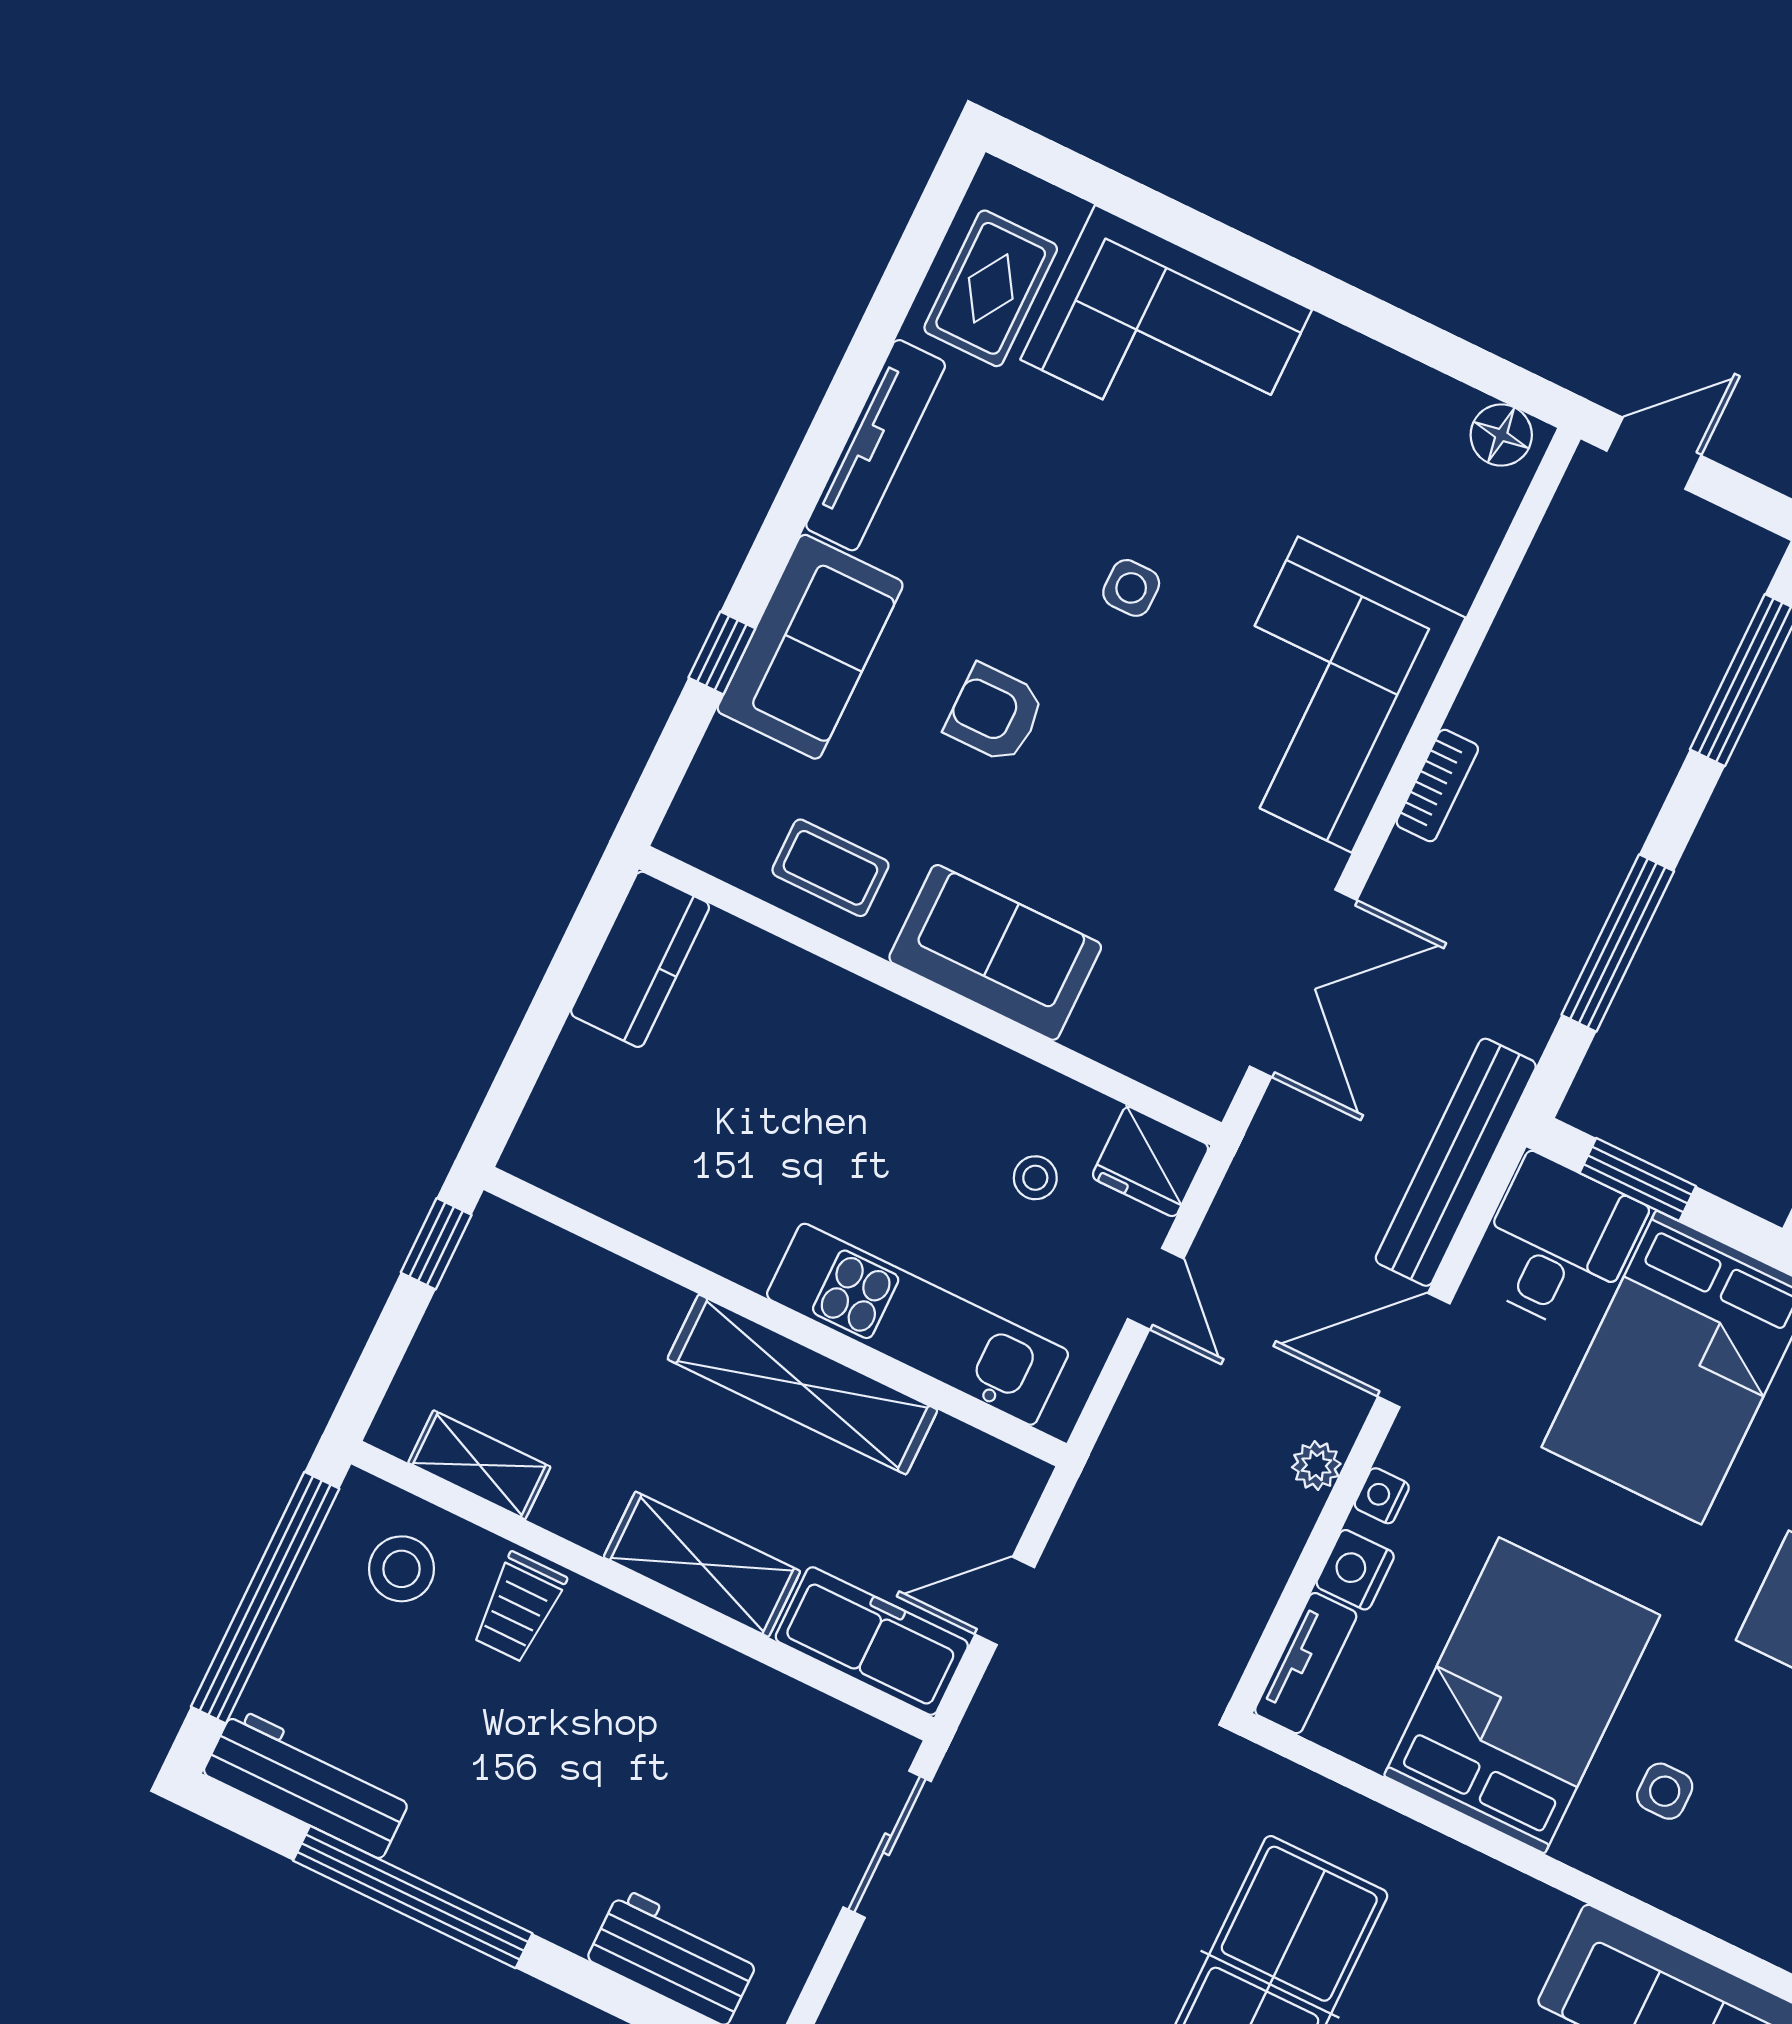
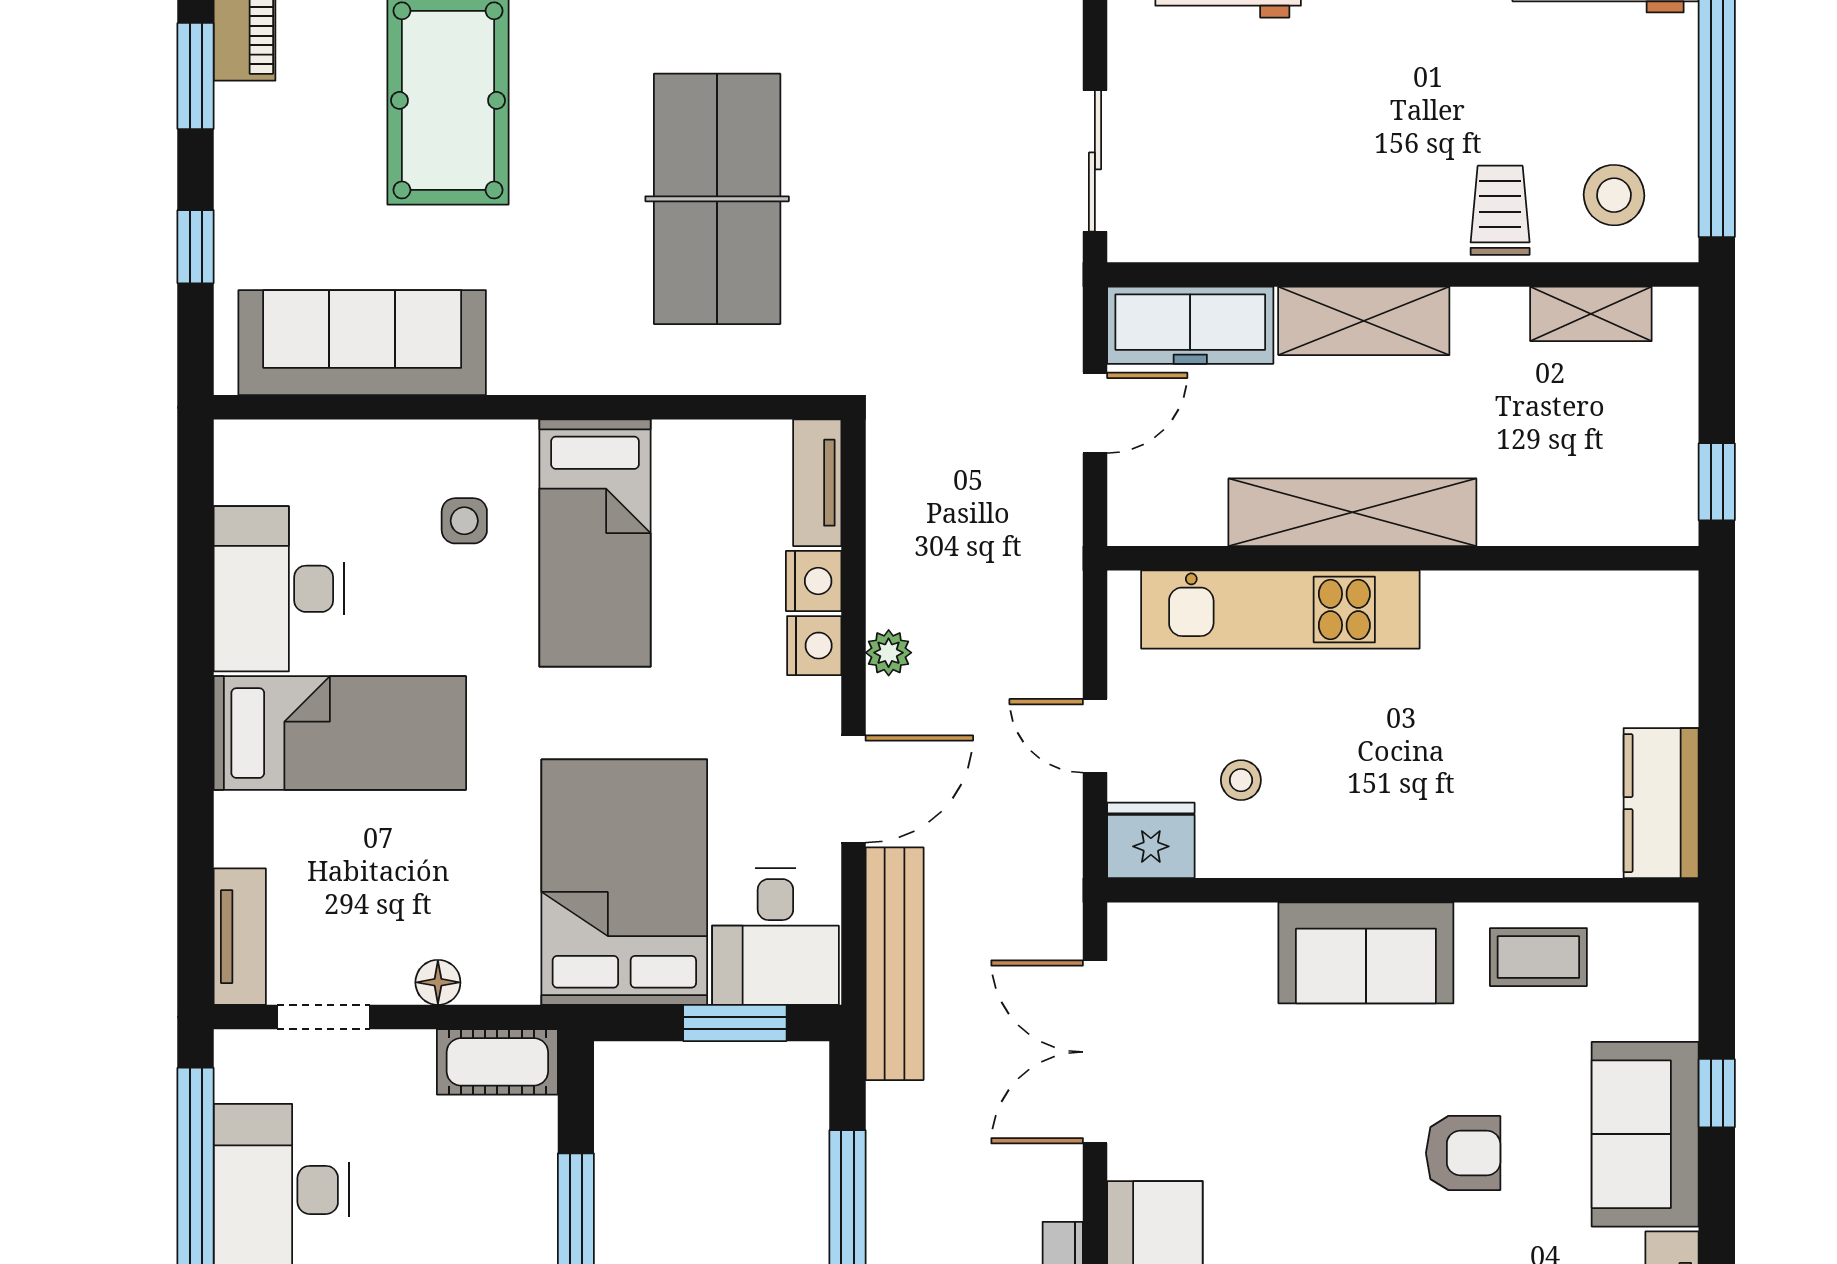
nightstand: (1382, 1496) -> (814, 646), width x1.39, depth x1.35
bed: (1522, 1696) -> (595, 543), width x0.67

